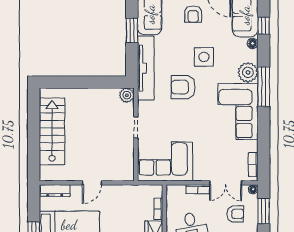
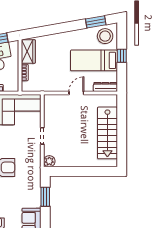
window: (132, 30) -> (45, 197), moved
tv unit: (146, 68) -> (34, 182), removed

